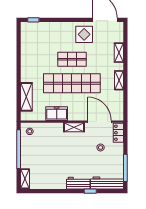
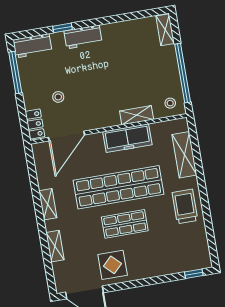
trolley: (32, 64) -> (185, 206), added
freezer: (57, 114) -> (127, 138), width x1.40
door: (100, 122) -> (67, 136), hinge flipped
shelving: (74, 127) -> (137, 115), moved
workbench: (107, 183) -> (32, 46), width x0.73

